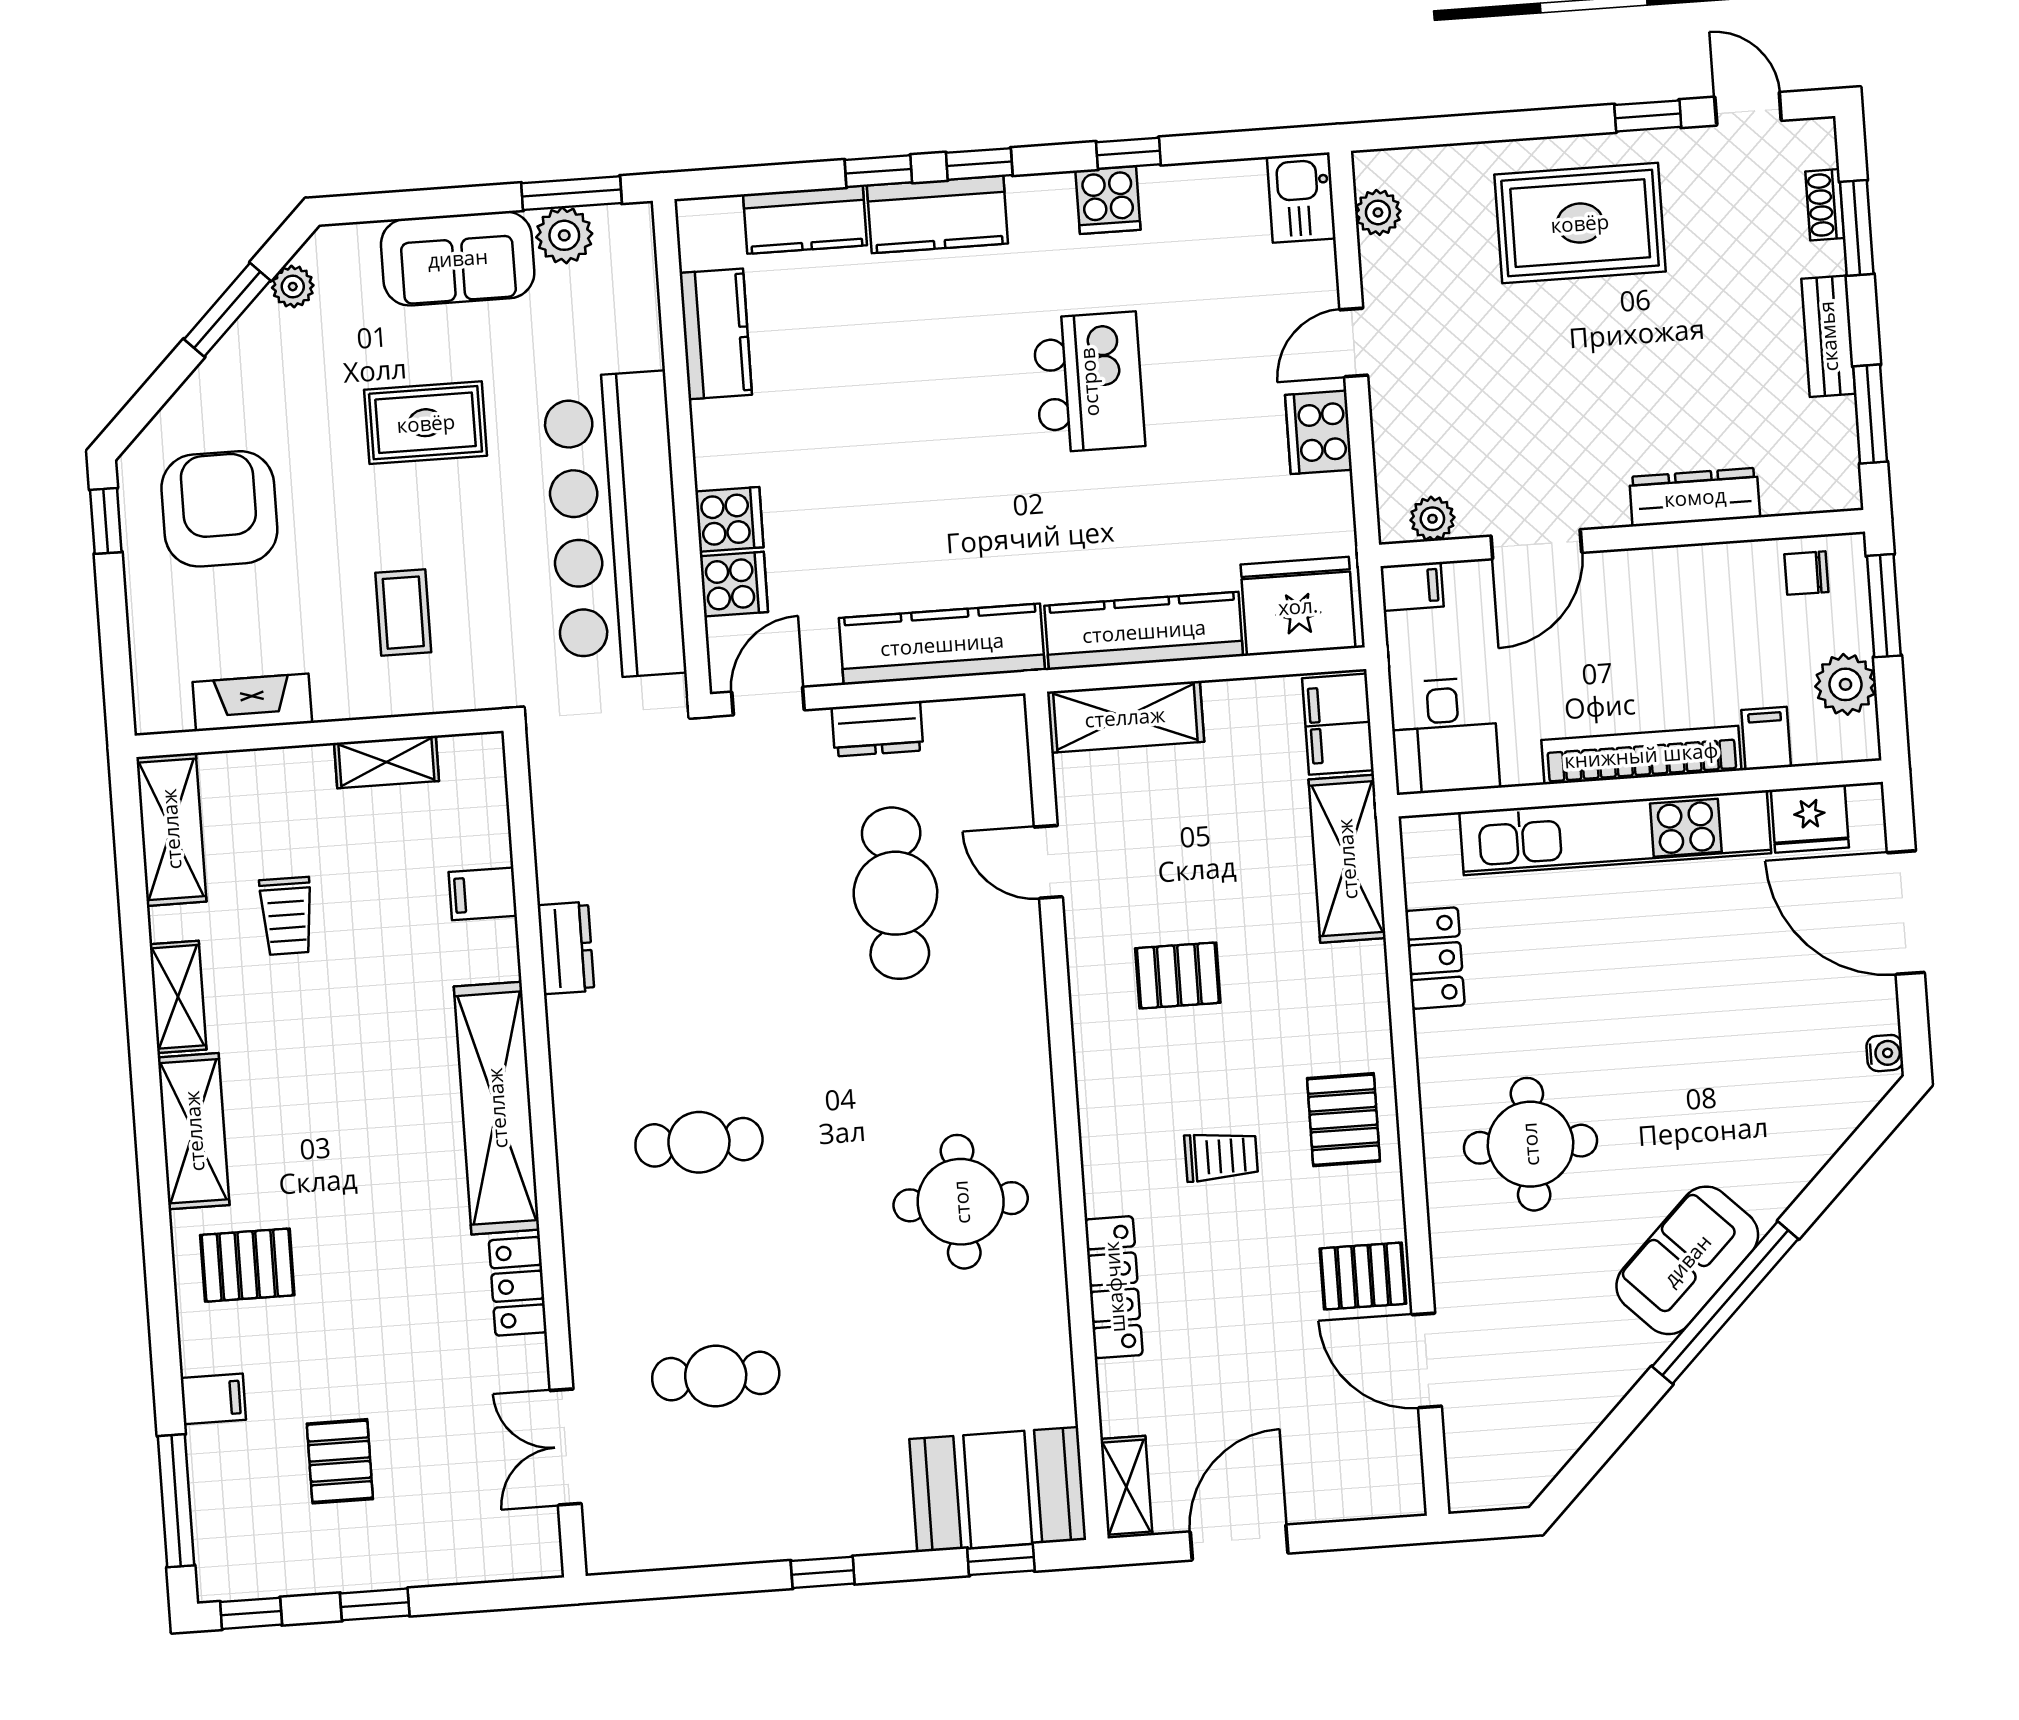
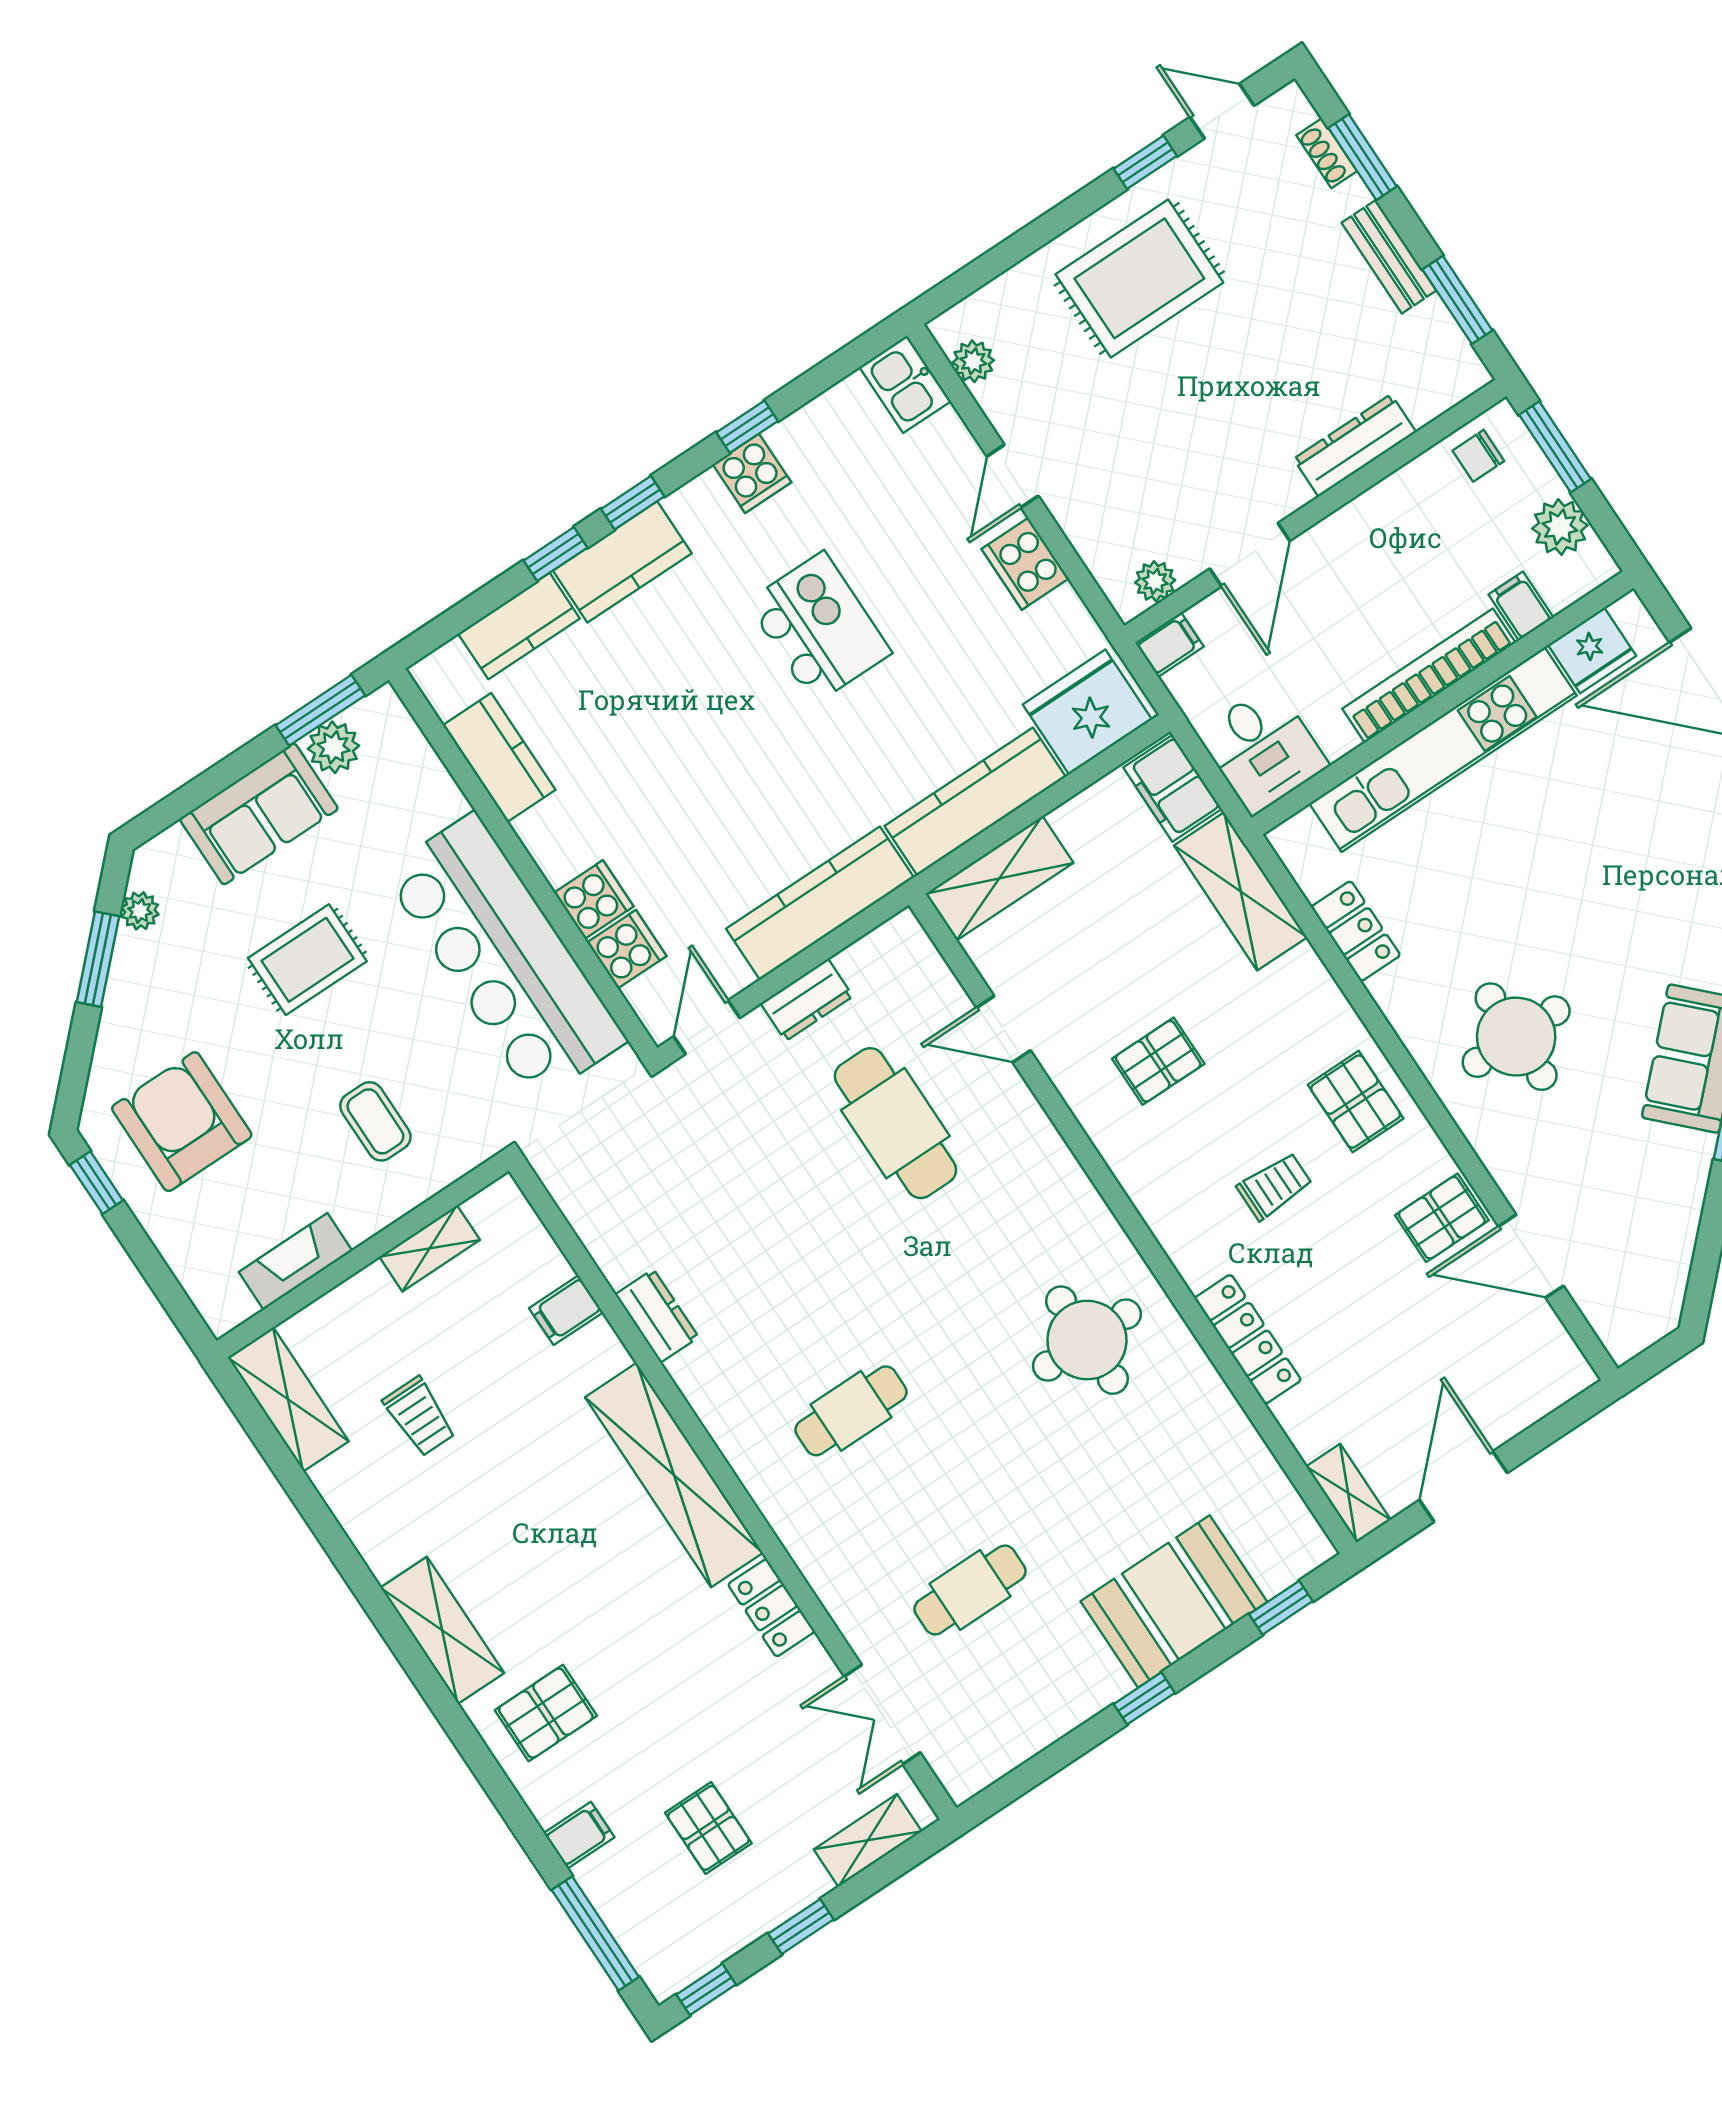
shelving: (178, 997) -> (868, 1840), moved, turned 90
booth: (998, 1489) -> (1174, 1602), moved

